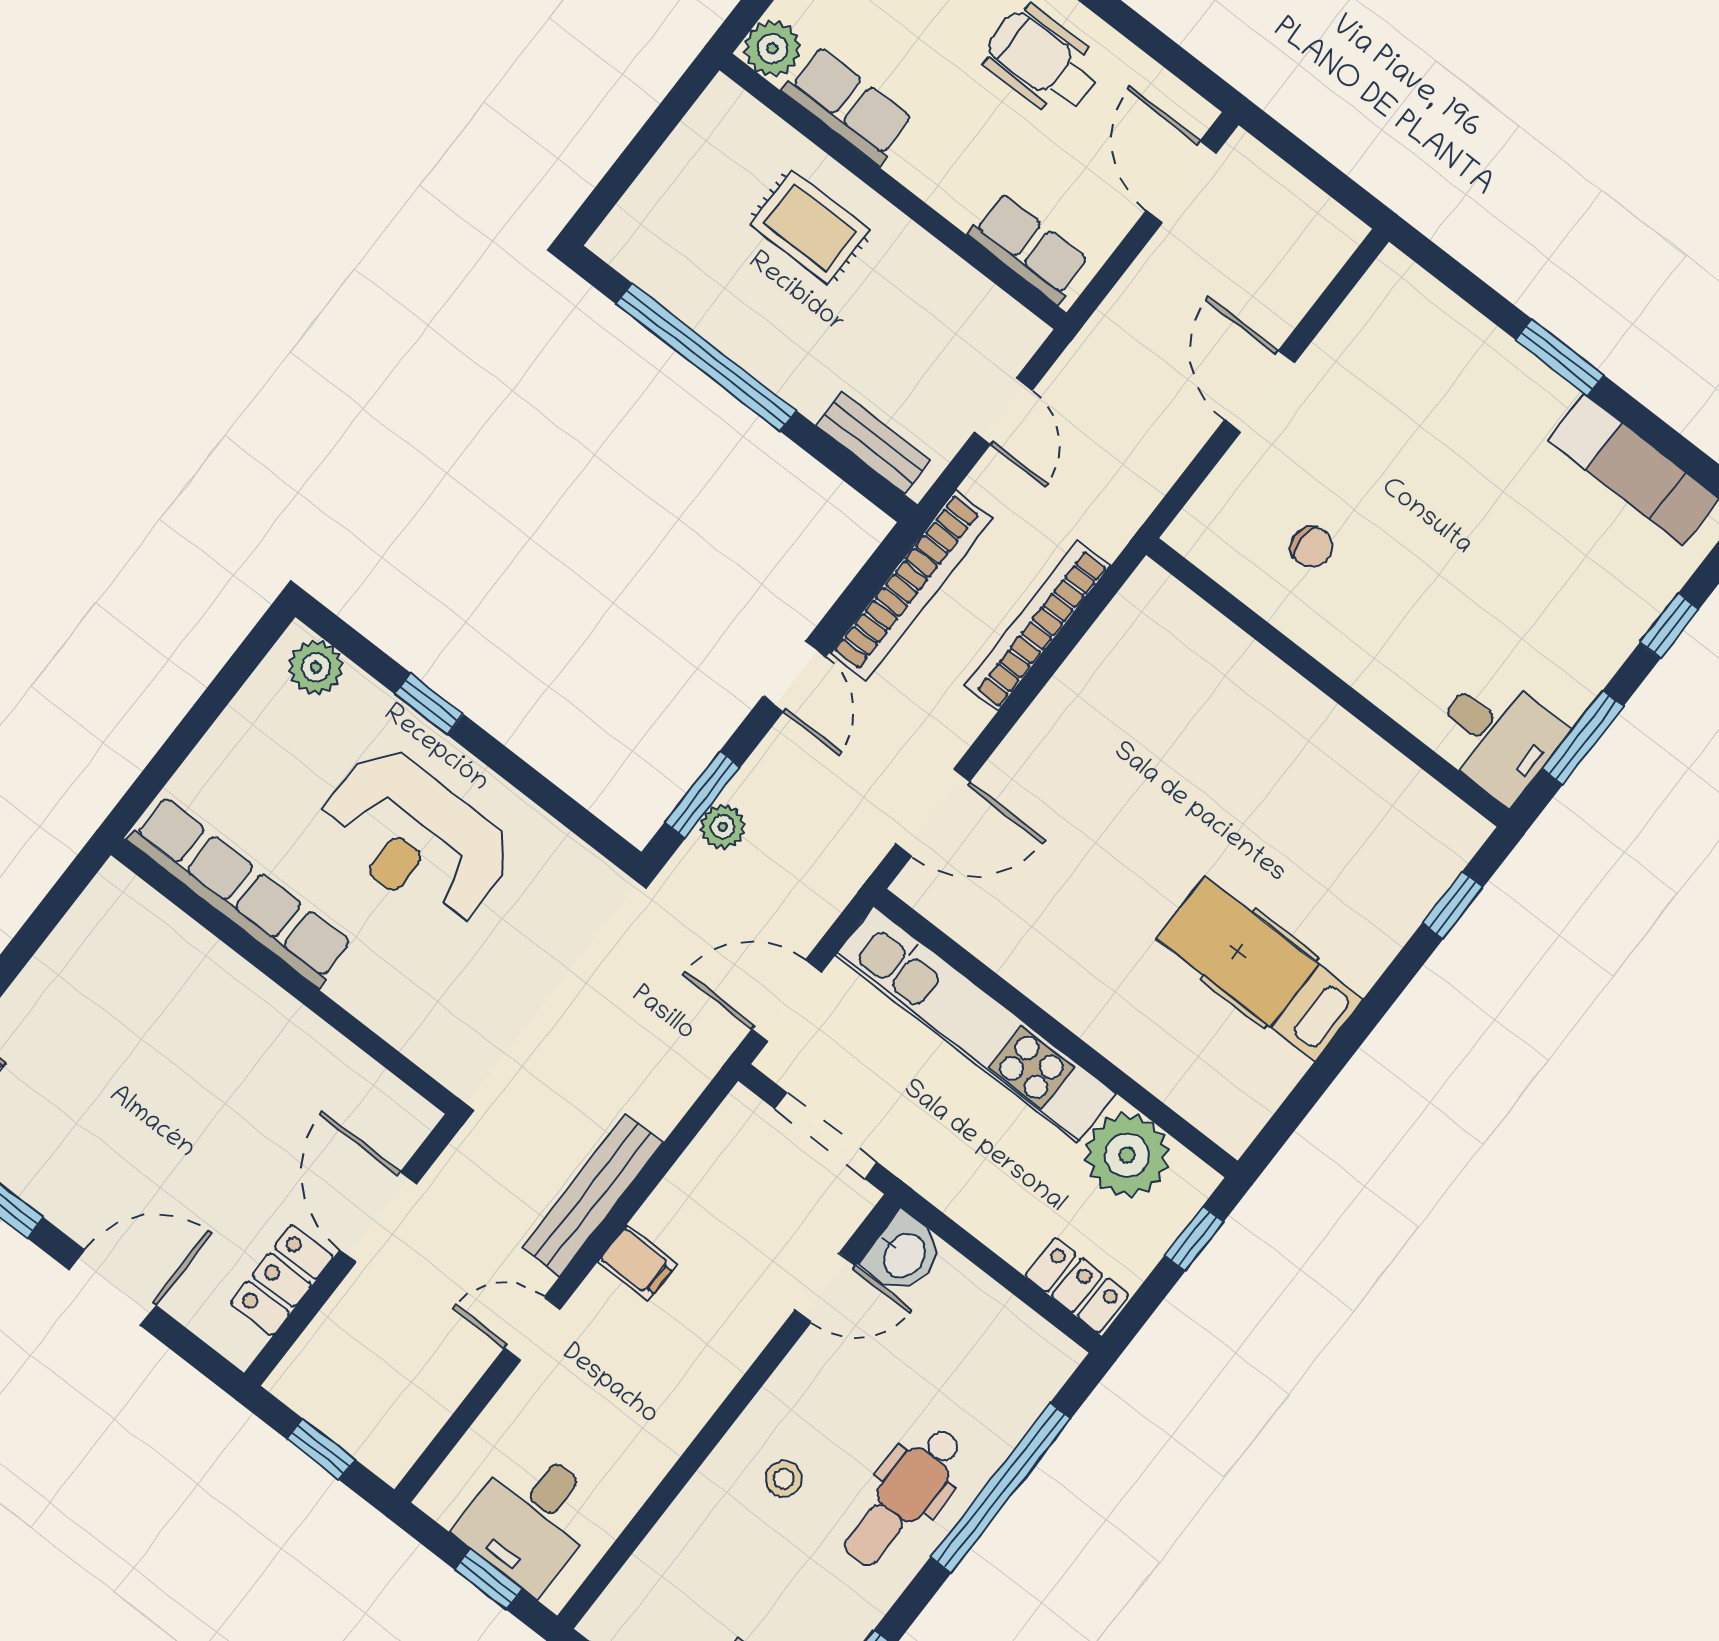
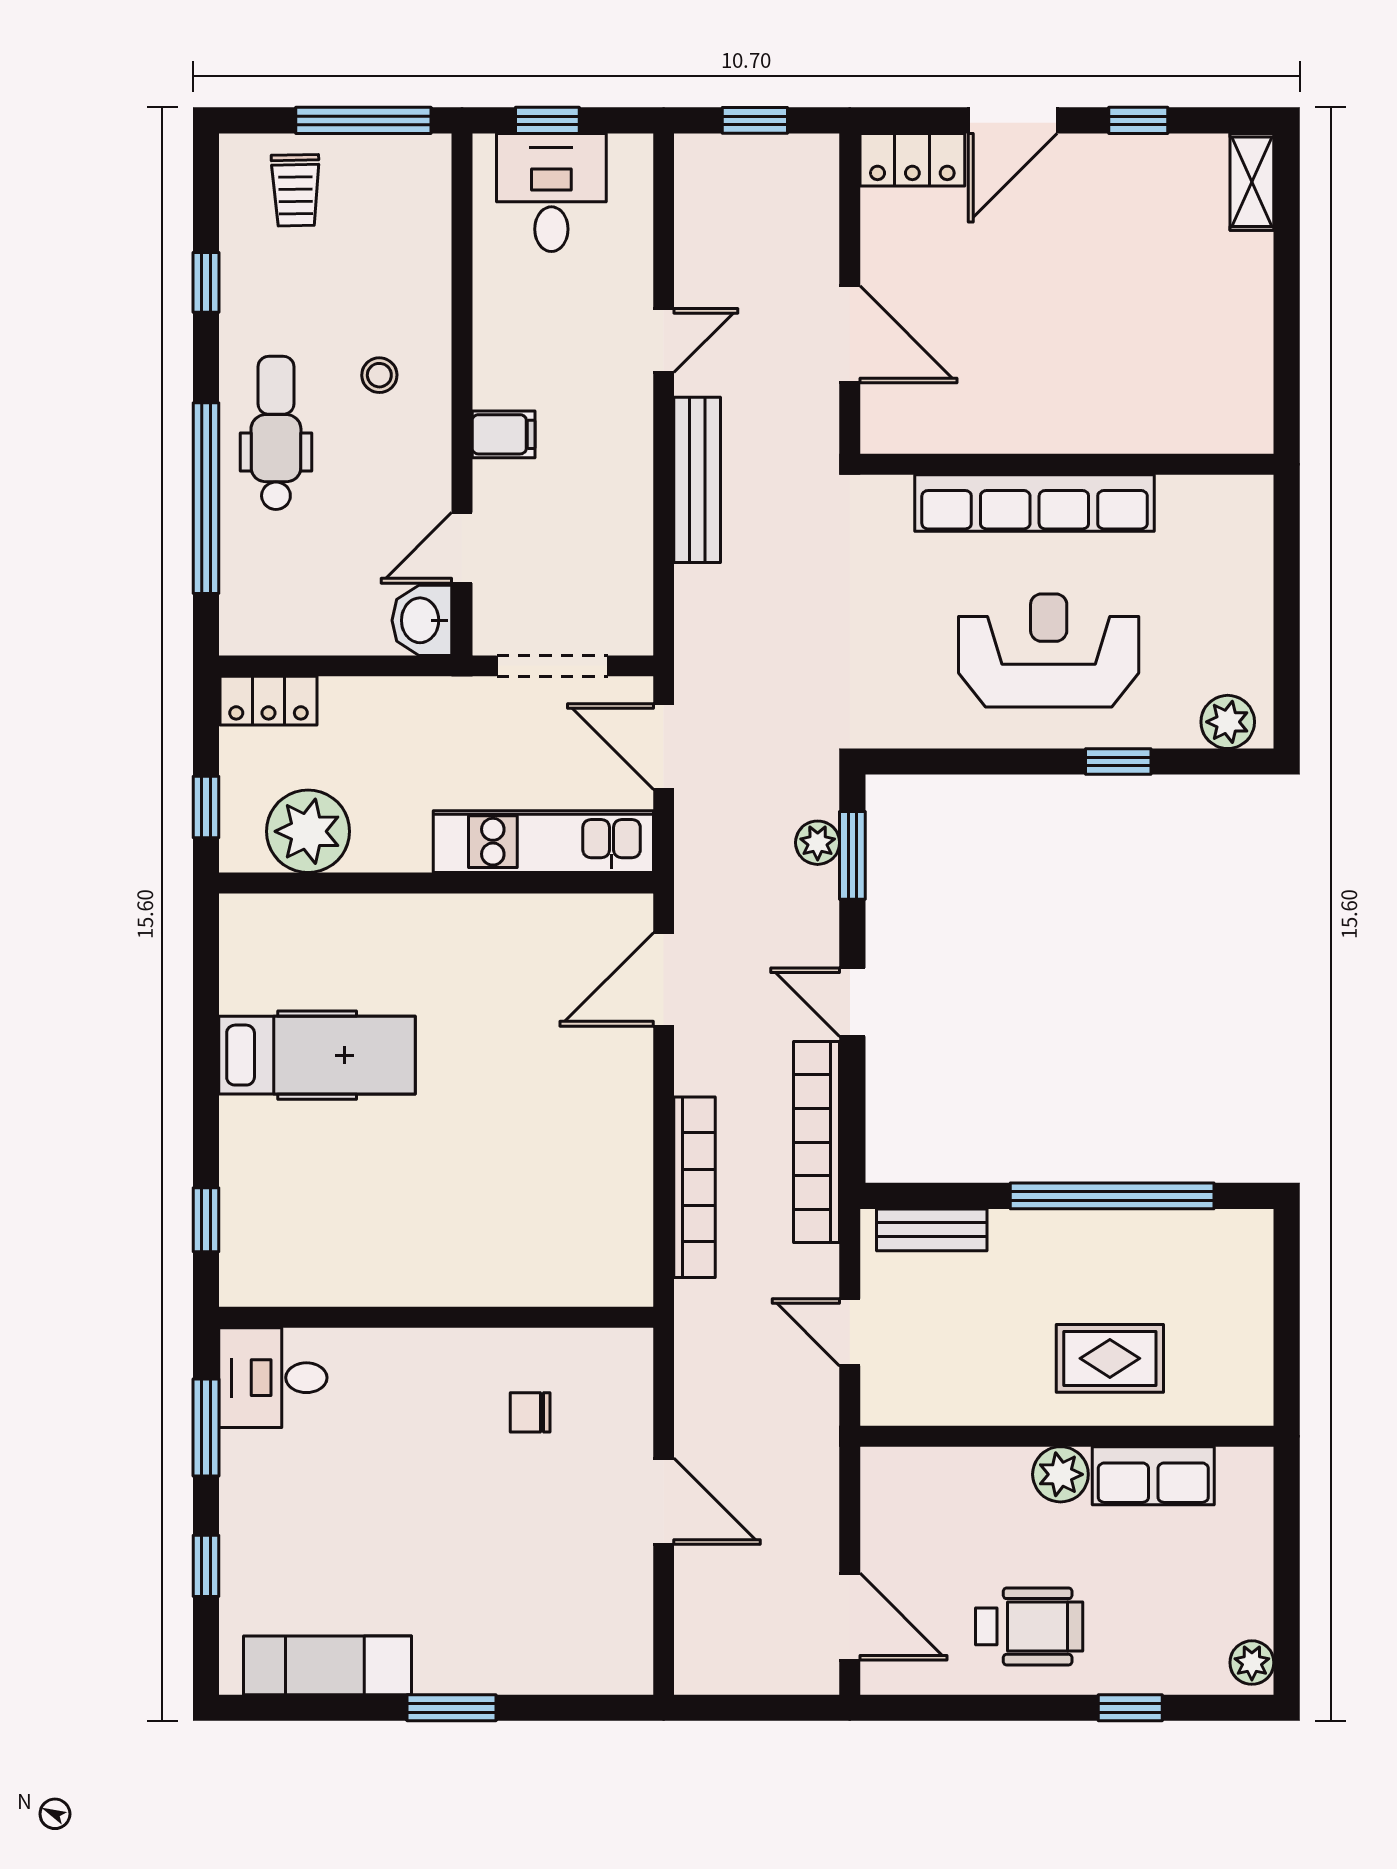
plant: (772, 48) -> (1060, 1474), moved
row of seats: (1029, 248) -> (928, 1474), removed
row of seats: (240, 892) -> (1035, 503), moved
door: (787, 1001) -> (664, 747), swing flipped
kitchen unit: (976, 1024) -> (543, 842), width x0.73
filing cabinet: (637, 1263) -> (504, 434), moved, turned 180
locker: (282, 1280) -> (912, 160), moved, turned 90

